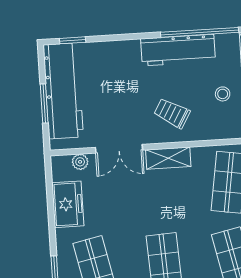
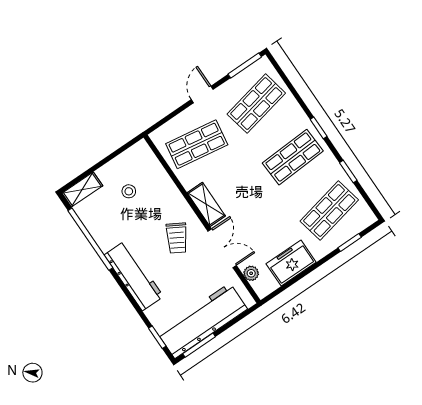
workbench: (178, 50) -> (134, 276), moved
window: (44, 103) -> (199, 345), moved
trolley: (172, 113) -> (177, 238), moved

